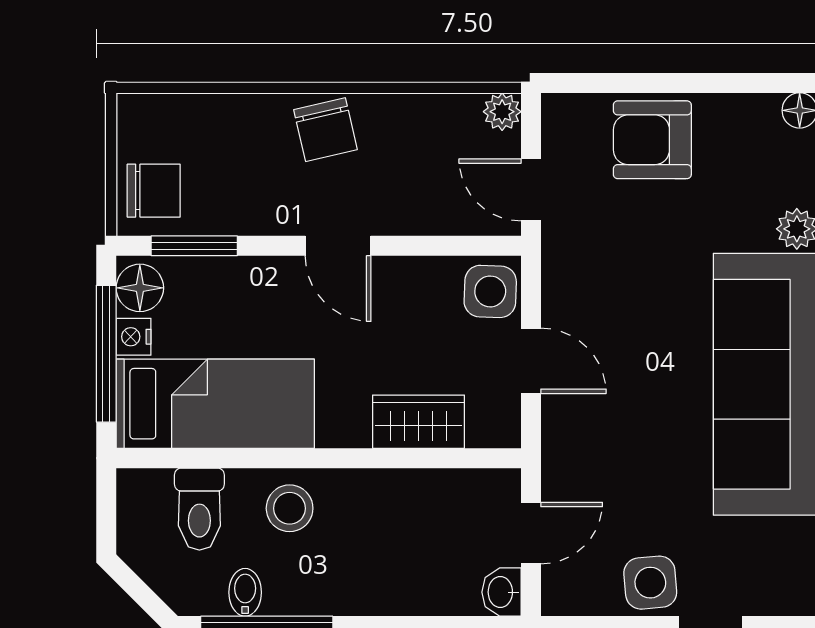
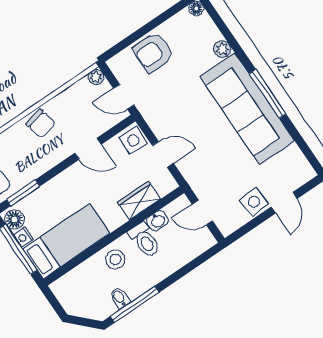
door: (338, 246) -> (88, 149), moved
toilet: (199, 509) -> (145, 240), moved
door: (531, 533) -> (202, 213), swing flipped
washbasin: (501, 592) -> (158, 221), moved, turned -90

